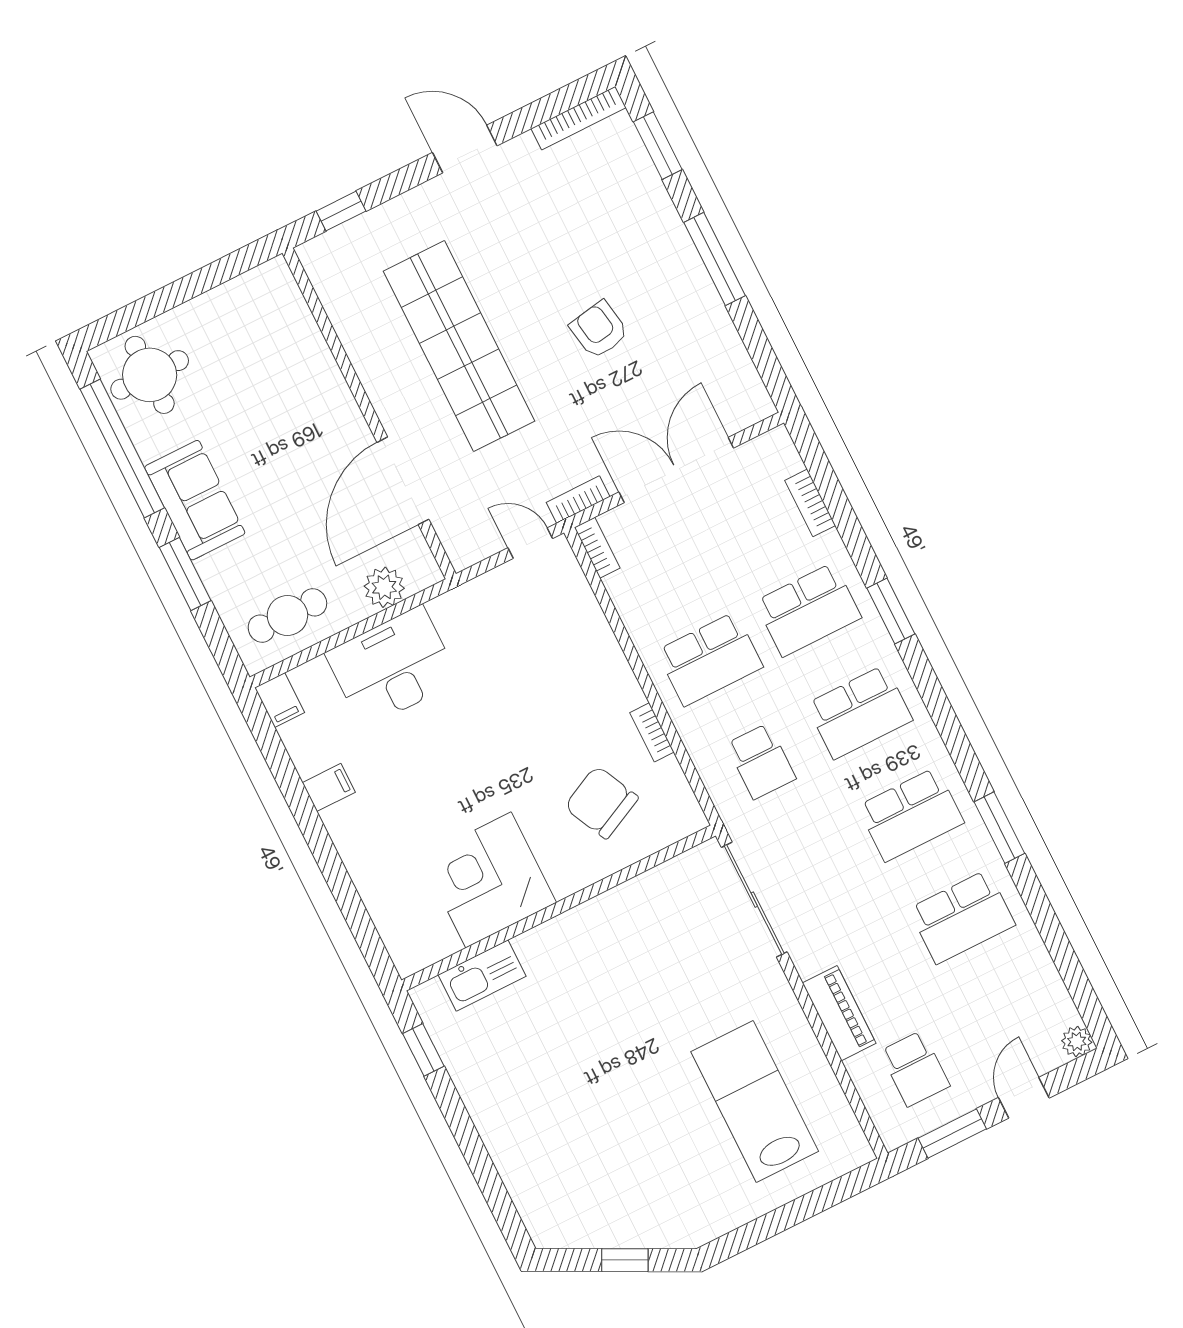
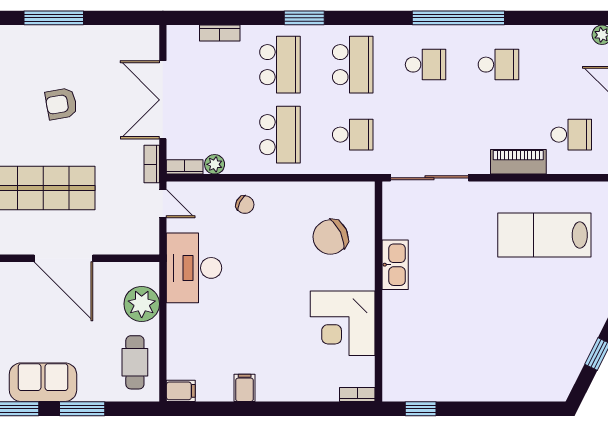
door: (403, 481) -> (63, 258), moved
door: (530, 543) -> (163, 204), swing flipped
plant: (384, 587) -> (142, 304), width x1.36, depth x1.36
plant: (622, 588) -> (215, 164), added
chair: (587, 659) -> (245, 205), added
desk: (392, 667) -> (194, 268), moved
bookcase: (652, 732) -> (357, 395), moved, turned 180
school desk: (911, 814) -> (426, 65), width x0.54
window: (999, 828) -> (458, 18), width x2.11
school desk: (962, 917) -> (498, 65), width x0.54
kitchen sink: (482, 976) -> (395, 265), moved

